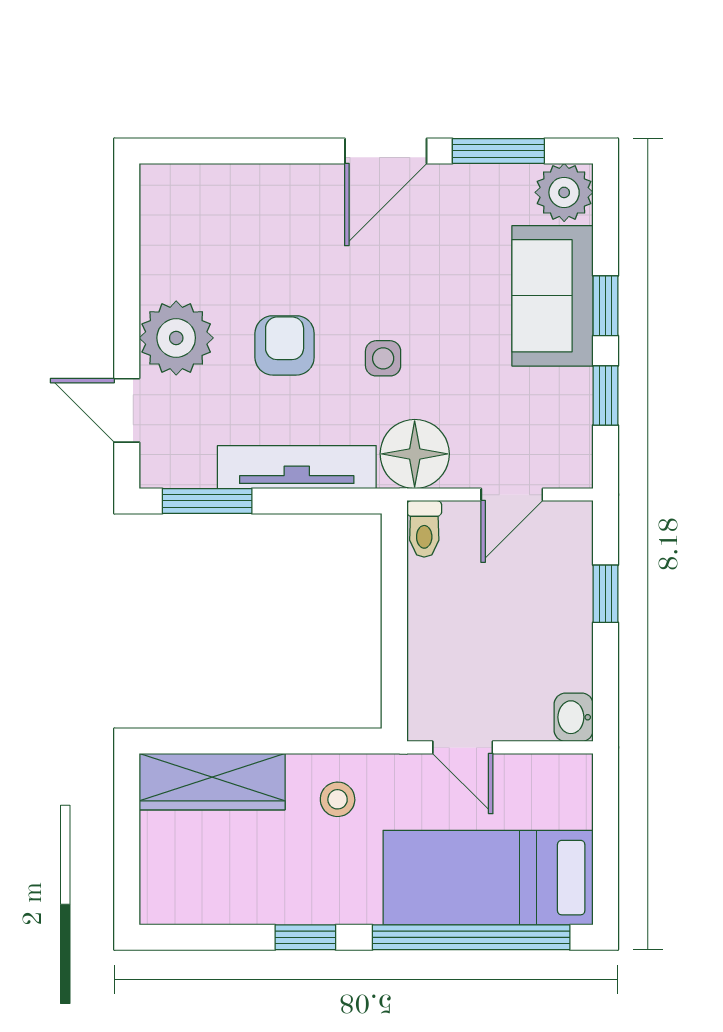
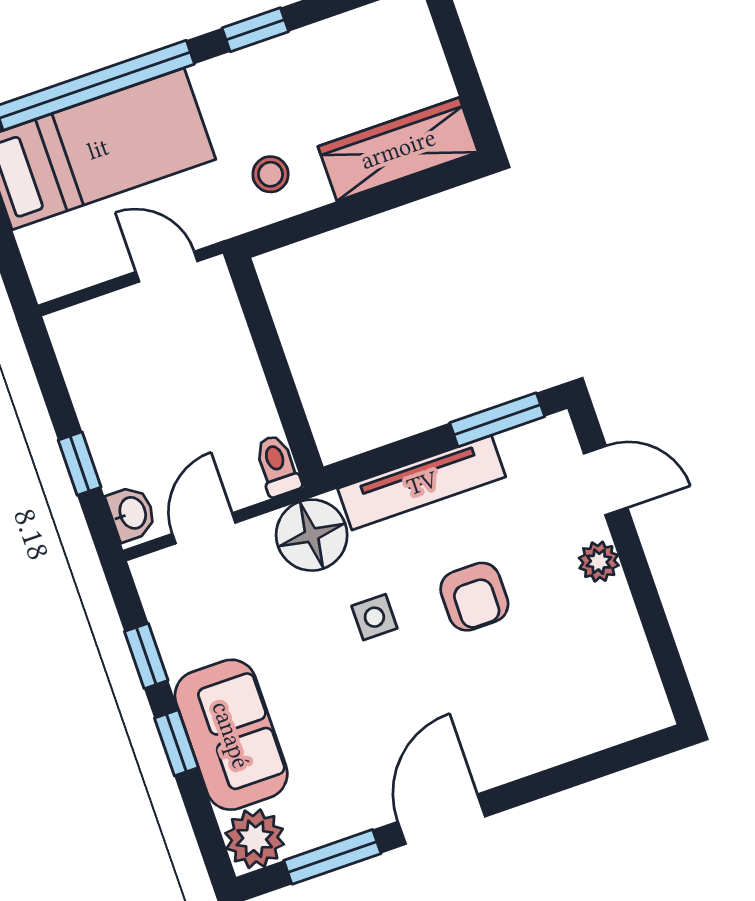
plant: (176, 338) -> (599, 562), width x0.53, depth x0.53
washbasin: (574, 717) -> (132, 513), moved

